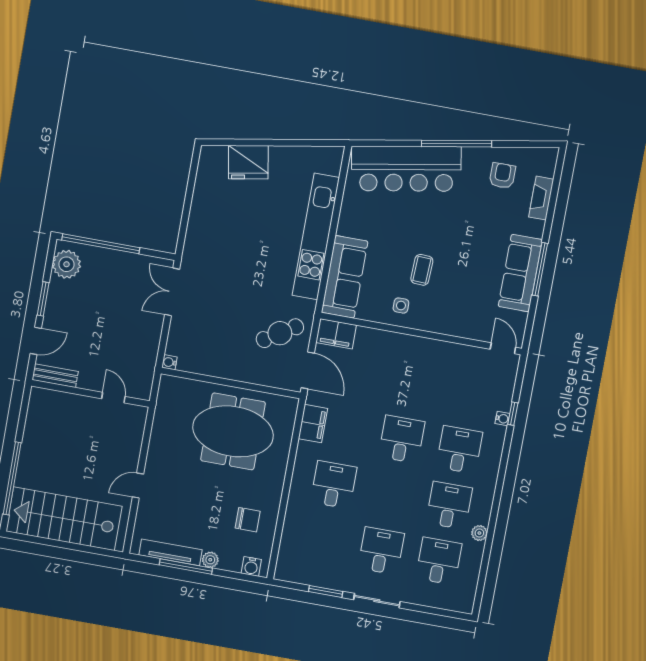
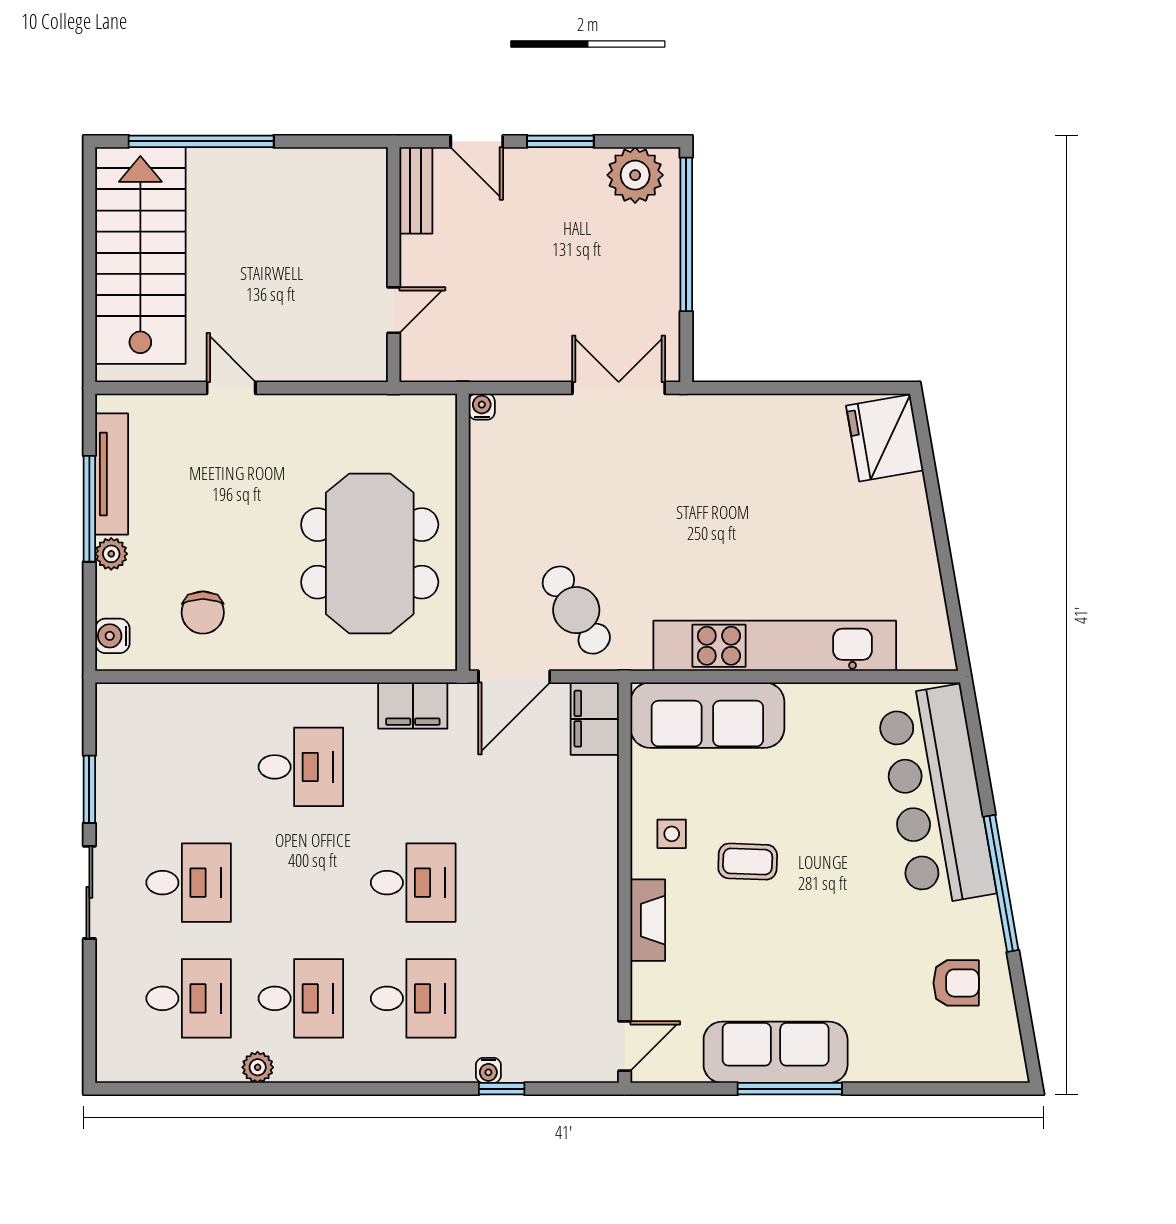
fridge: (248, 162) -> (885, 438), moved
fireplace: (541, 198) -> (648, 920), moved, turned 90

